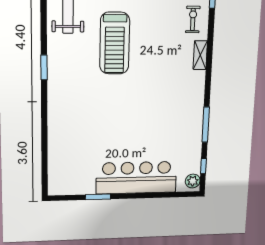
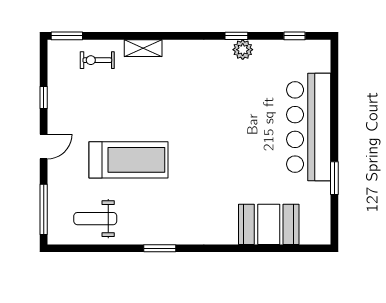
window: (206, 125) -> (236, 36), width x0.46
booth: (63, 150) -> (269, 224), added
plant: (193, 181) -> (243, 50), moved

